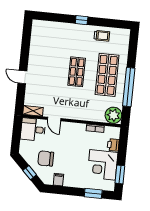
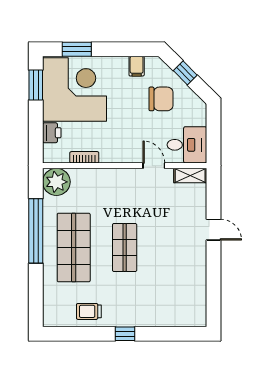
corner desk: (103, 165) -> (75, 90), width x1.36, depth x1.36

